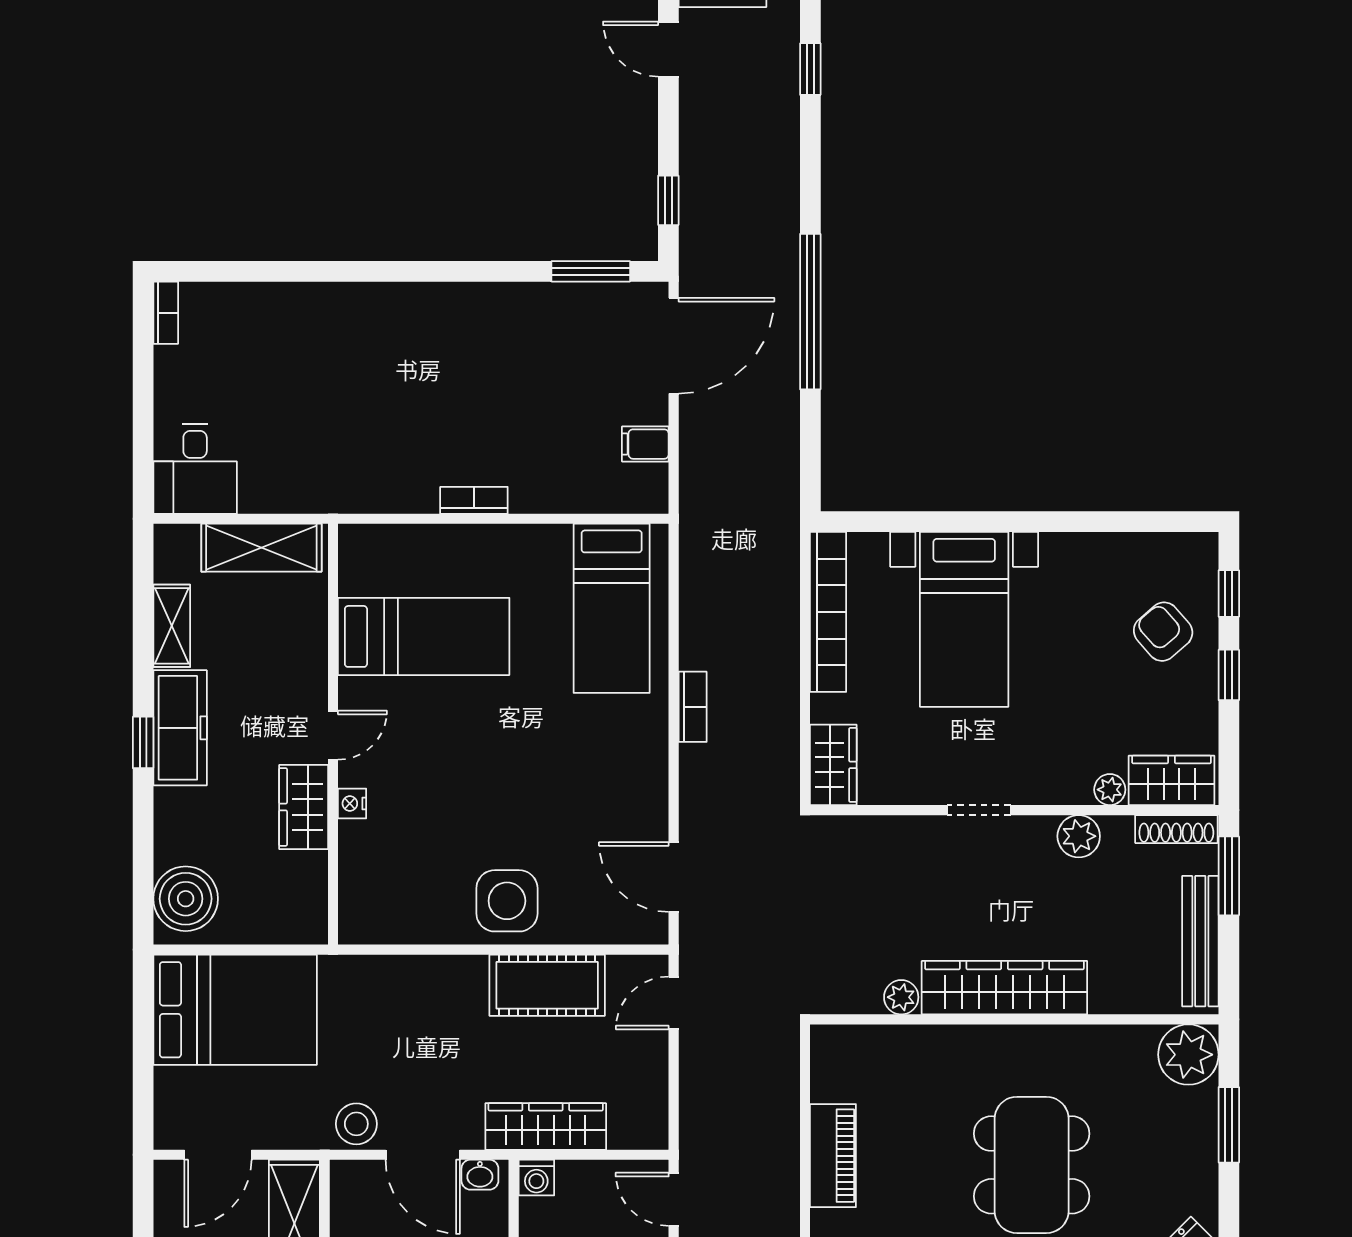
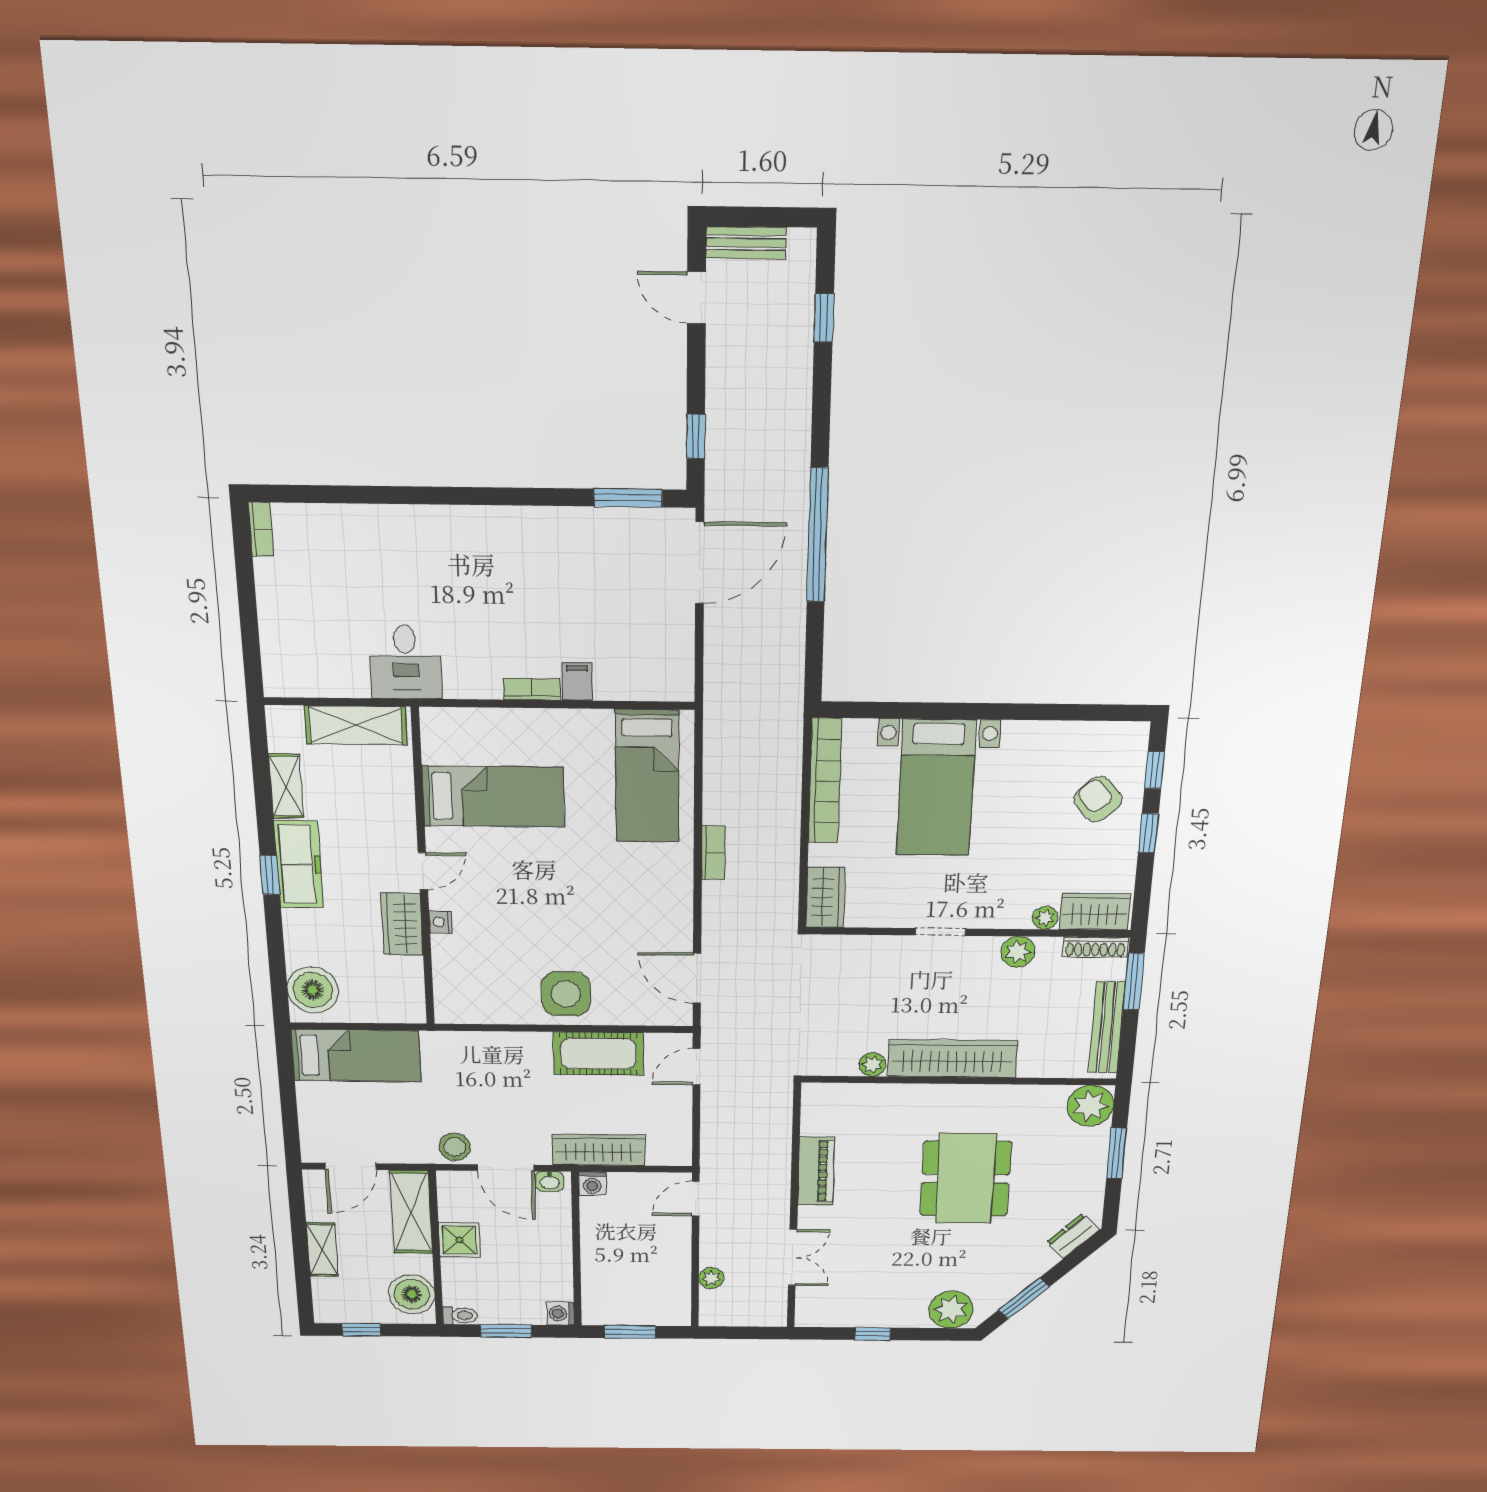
filing cabinet: (645, 444) -> (577, 682), moved, turned 90
desk: (195, 469) -> (405, 662), moved
bed: (235, 1010) -> (356, 1056), width x0.67
door: (674, 1199) -> (696, 1199), hinge flipped

